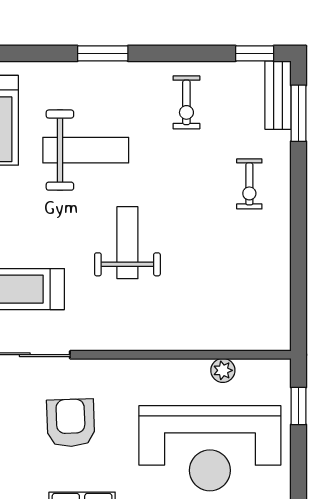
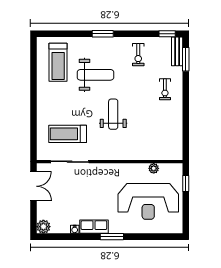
armchair: (71, 423) -> (89, 191), removed

